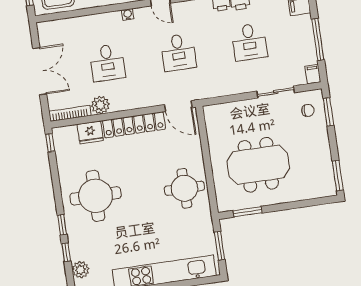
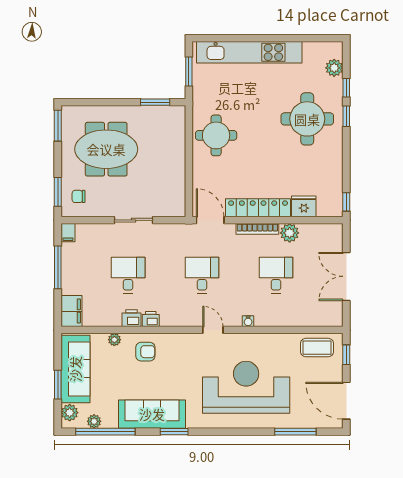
sliding door: (276, 92) -> (134, 220), moved
bookcase: (70, 113) -> (257, 229), moved
meeting table: (258, 165) -> (106, 149), moved
round table: (95, 196) -> (307, 119), moved

